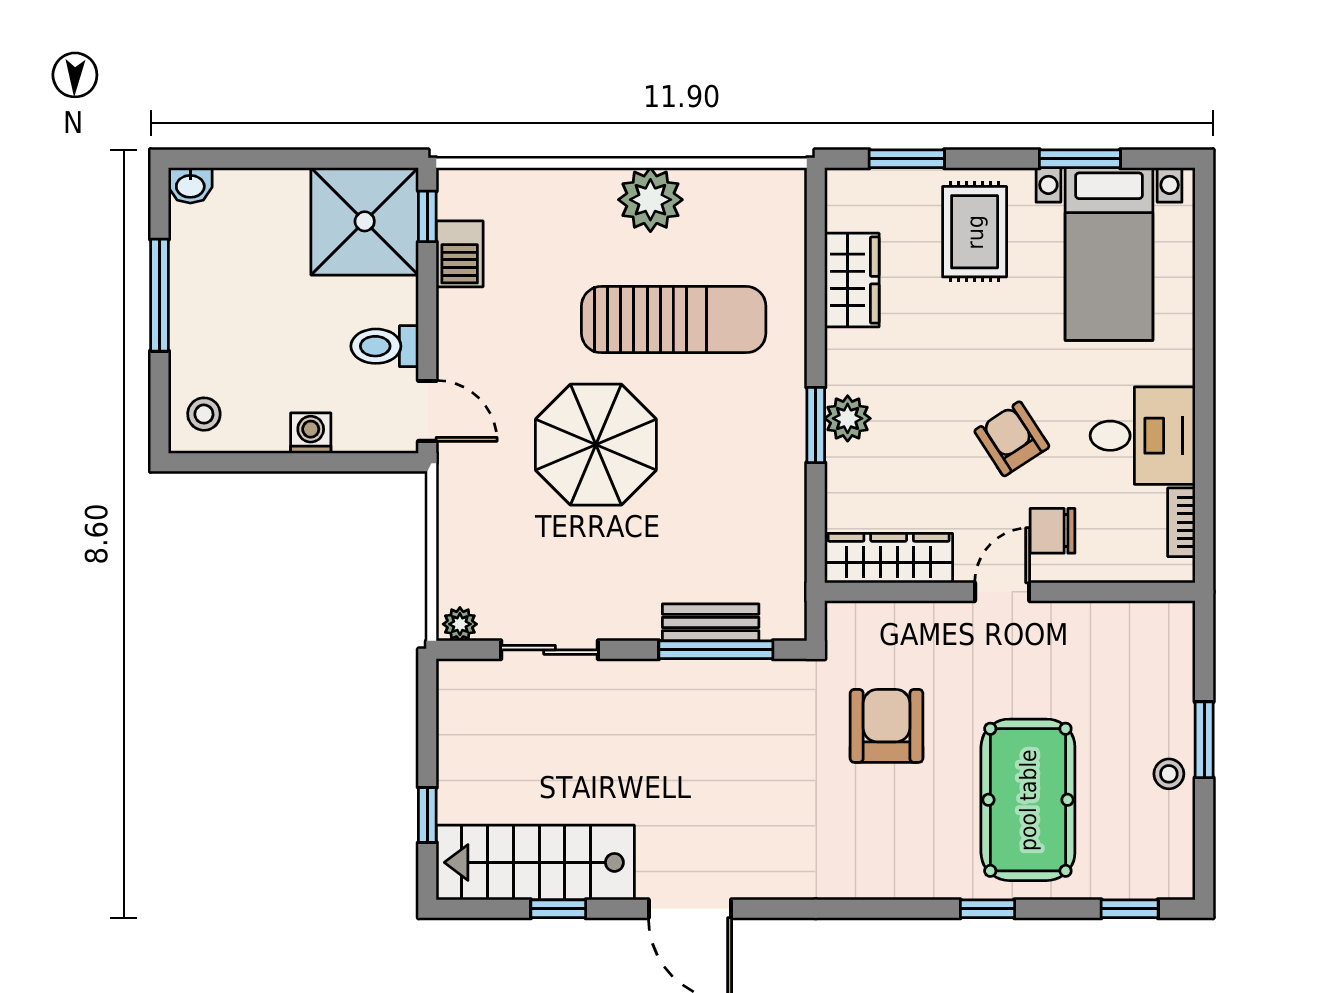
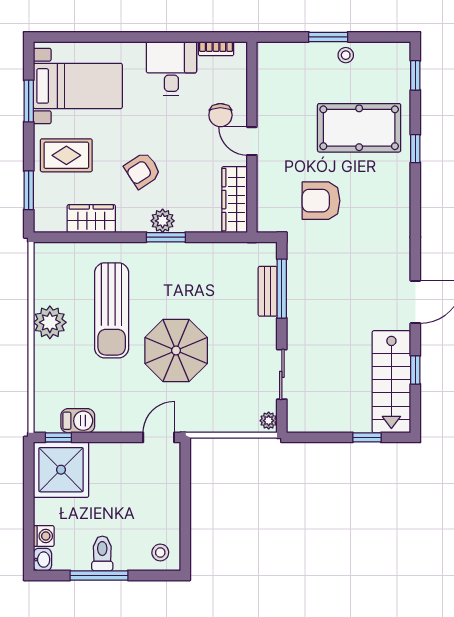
sun lounger: (674, 320) -> (112, 310), turned 180
toilet: (385, 346) -> (102, 553), moved, turned 180
washing machine: (311, 433) -> (44, 536), moved, turned 180
armchair: (1012, 439) -> (142, 170), moved

